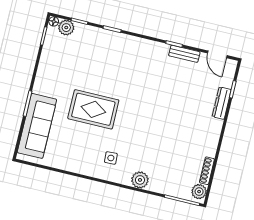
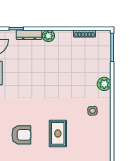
armchair: (102, 65) -> (21, 135), added
rug: (93, 109) -> (58, 133), width x0.73, depth x0.70
plant: (199, 192) -> (48, 36), moved

